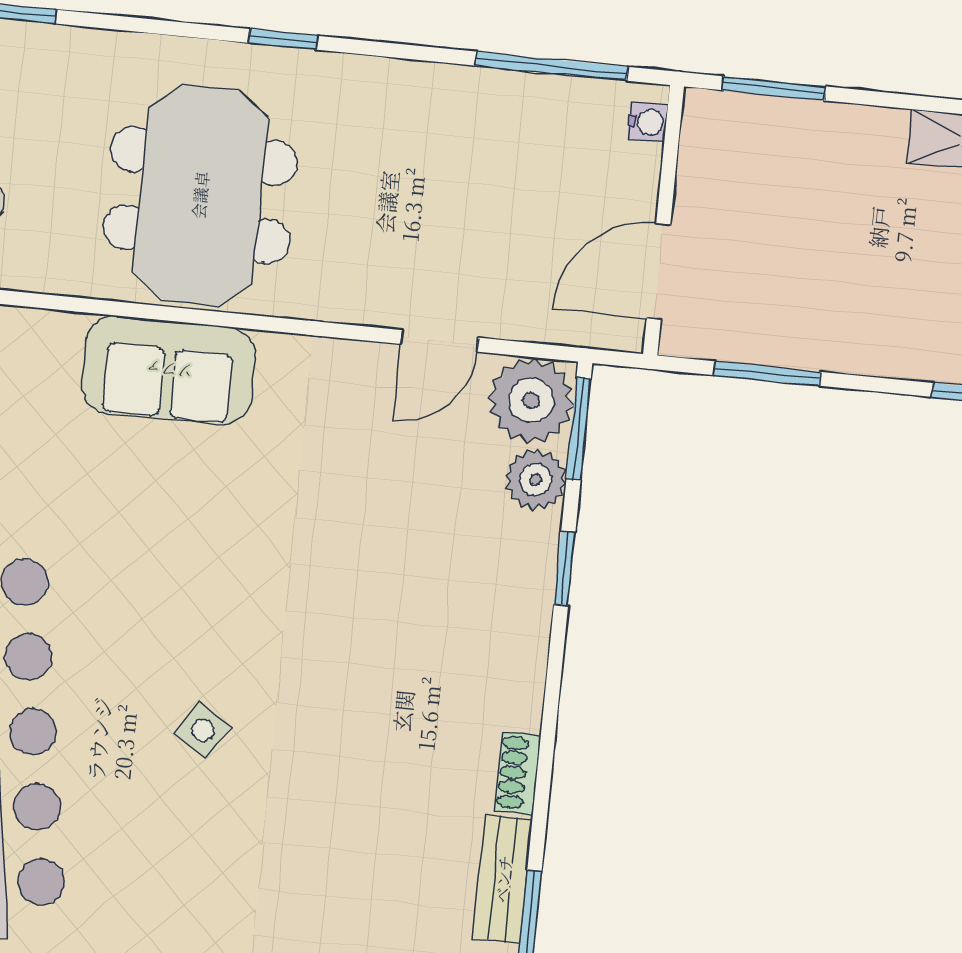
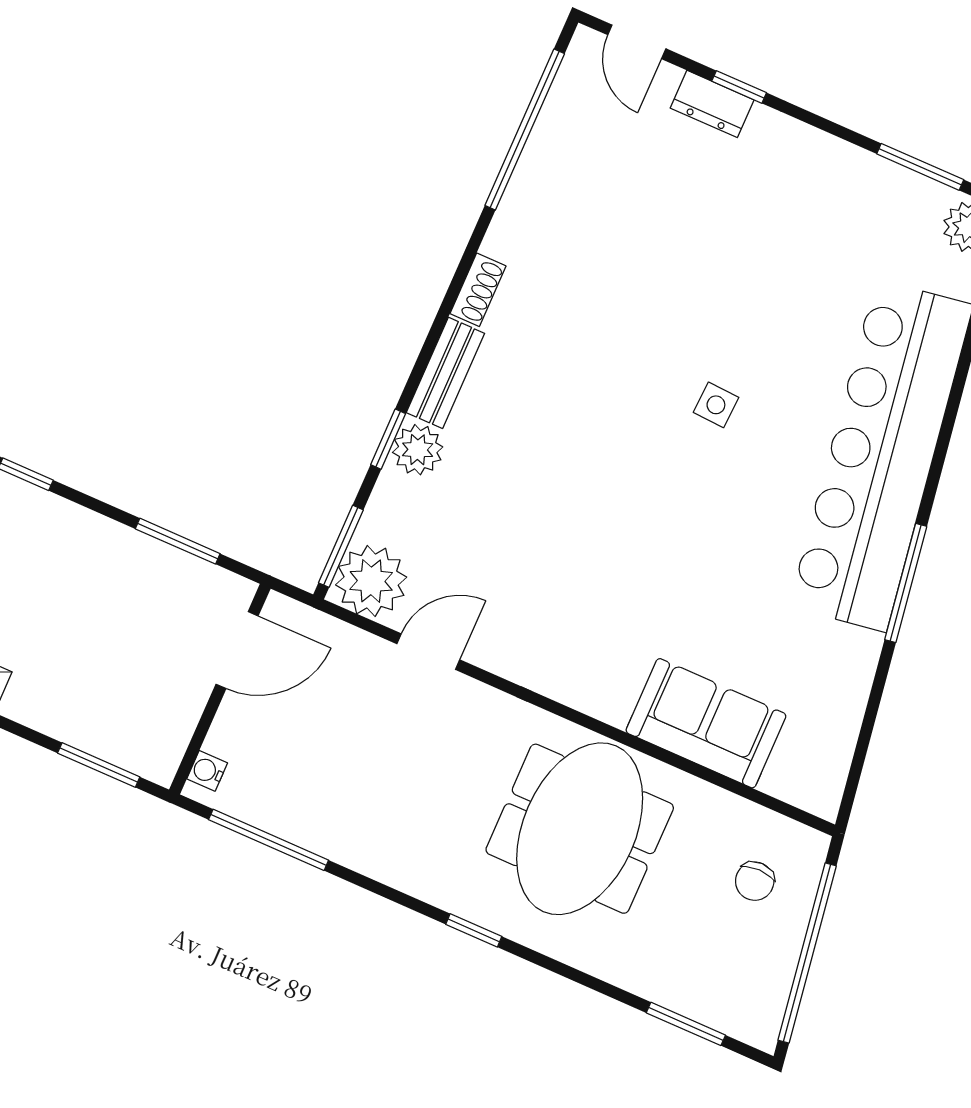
sofa: (169, 370) -> (706, 723), moved
plant: (536, 480) -> (418, 450), moved
side table: (203, 730) -> (716, 405), turned -31
bench: (503, 879) -> (445, 373), moved

